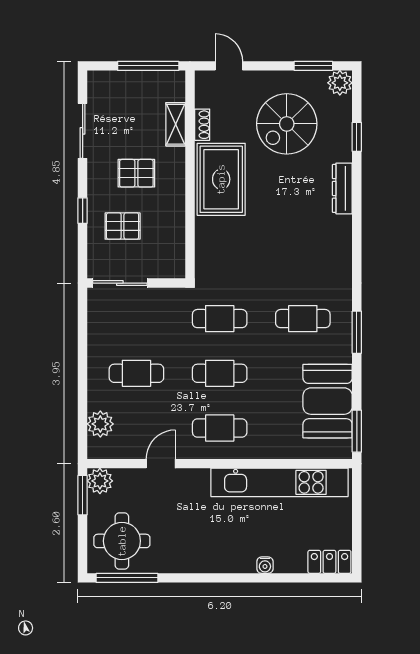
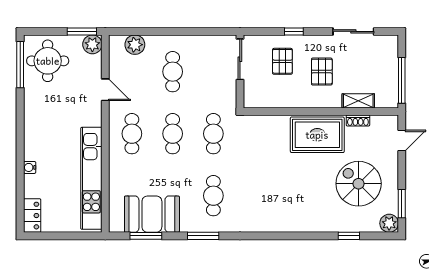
dresser: (342, 188) -> (310, 225), removed
window: (357, 431) -> (146, 236), moved

